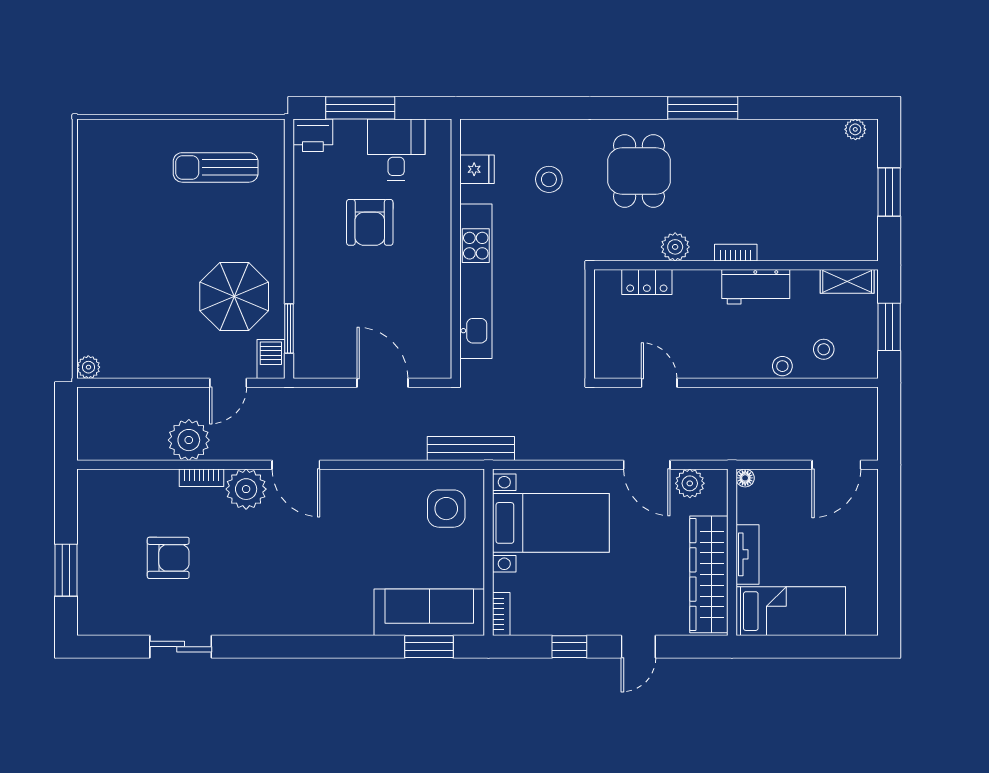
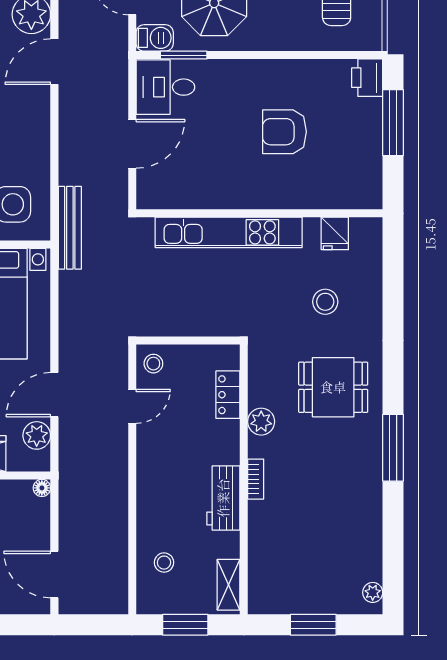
desk: (396, 150) -> (165, 87), moved, turned 180
stool: (782, 366) -> (153, 364), moved

